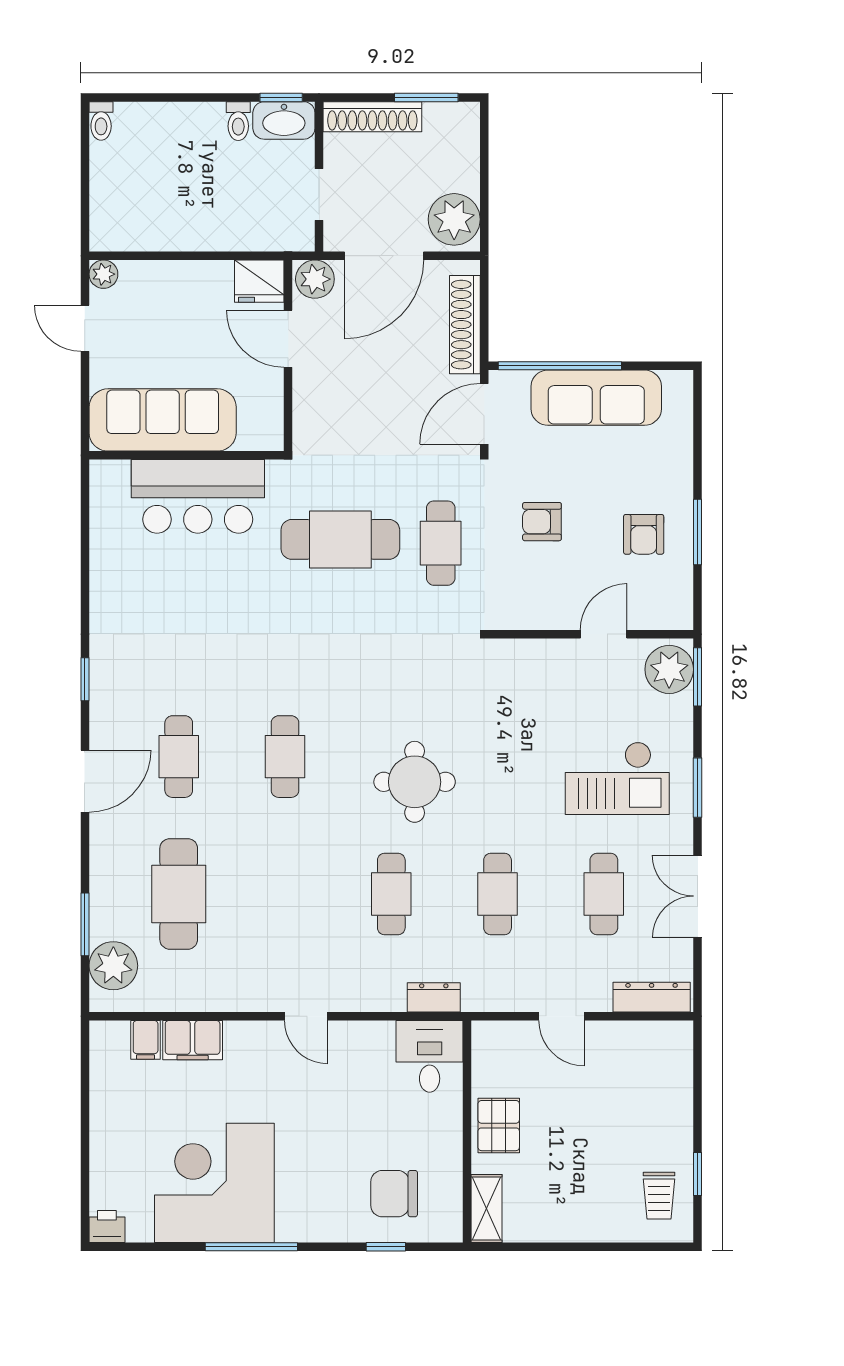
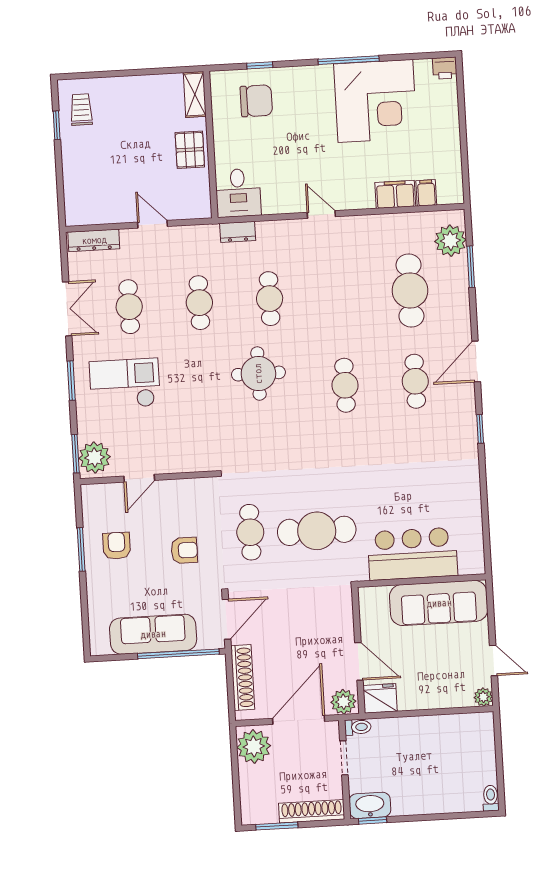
toilet: (238, 121) -> (358, 727), moved, turned 90

